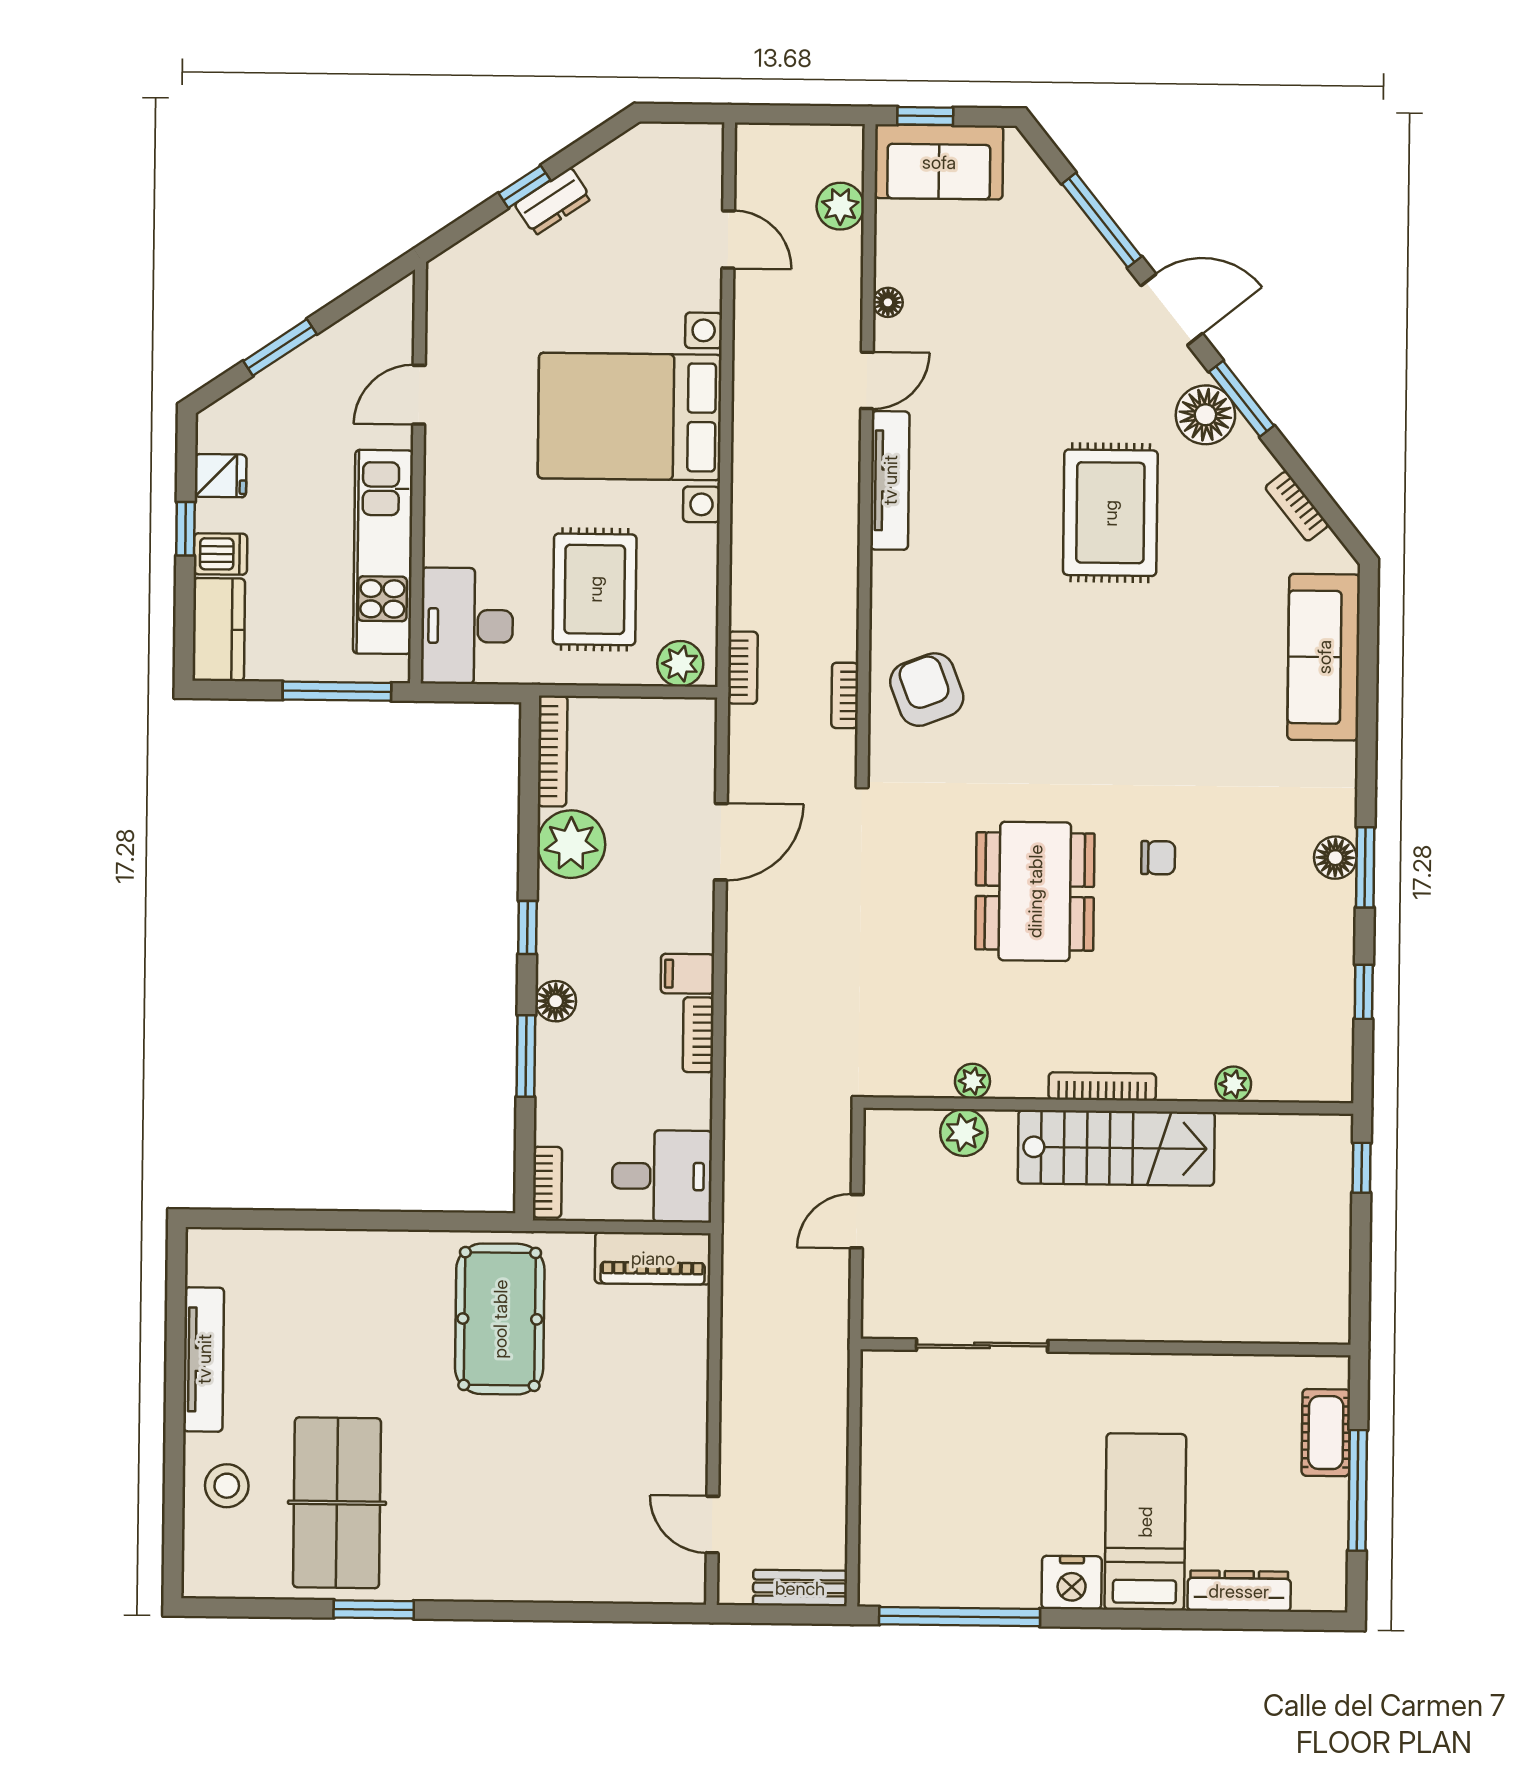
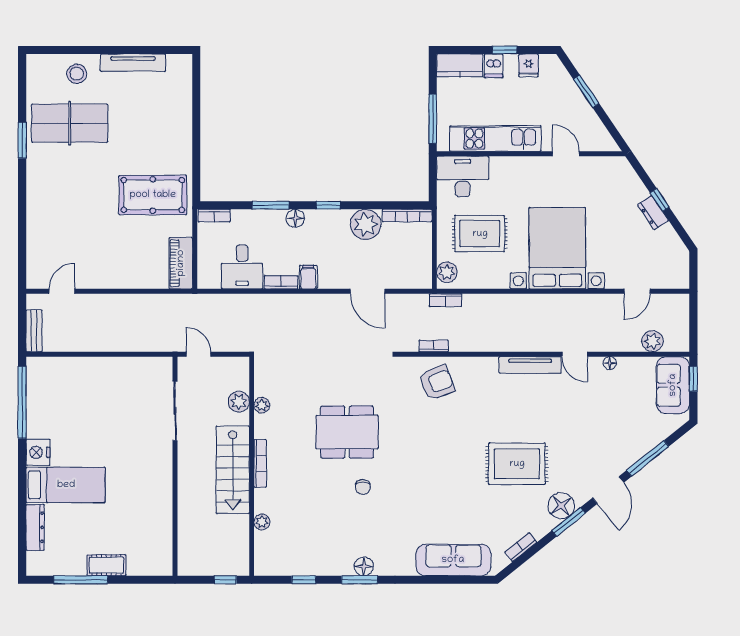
desk: (662, 1176) -> (242, 267), moved
sliding door: (982, 1345) -> (175, 411), moved
wall: (1106, 1347) -> (175, 466), moved

